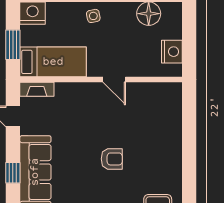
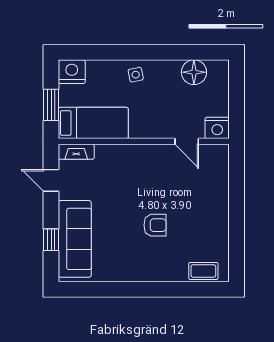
nightstand: (172, 52) -> (217, 128), moved, turned 90
door: (114, 79) -> (187, 141), moved

